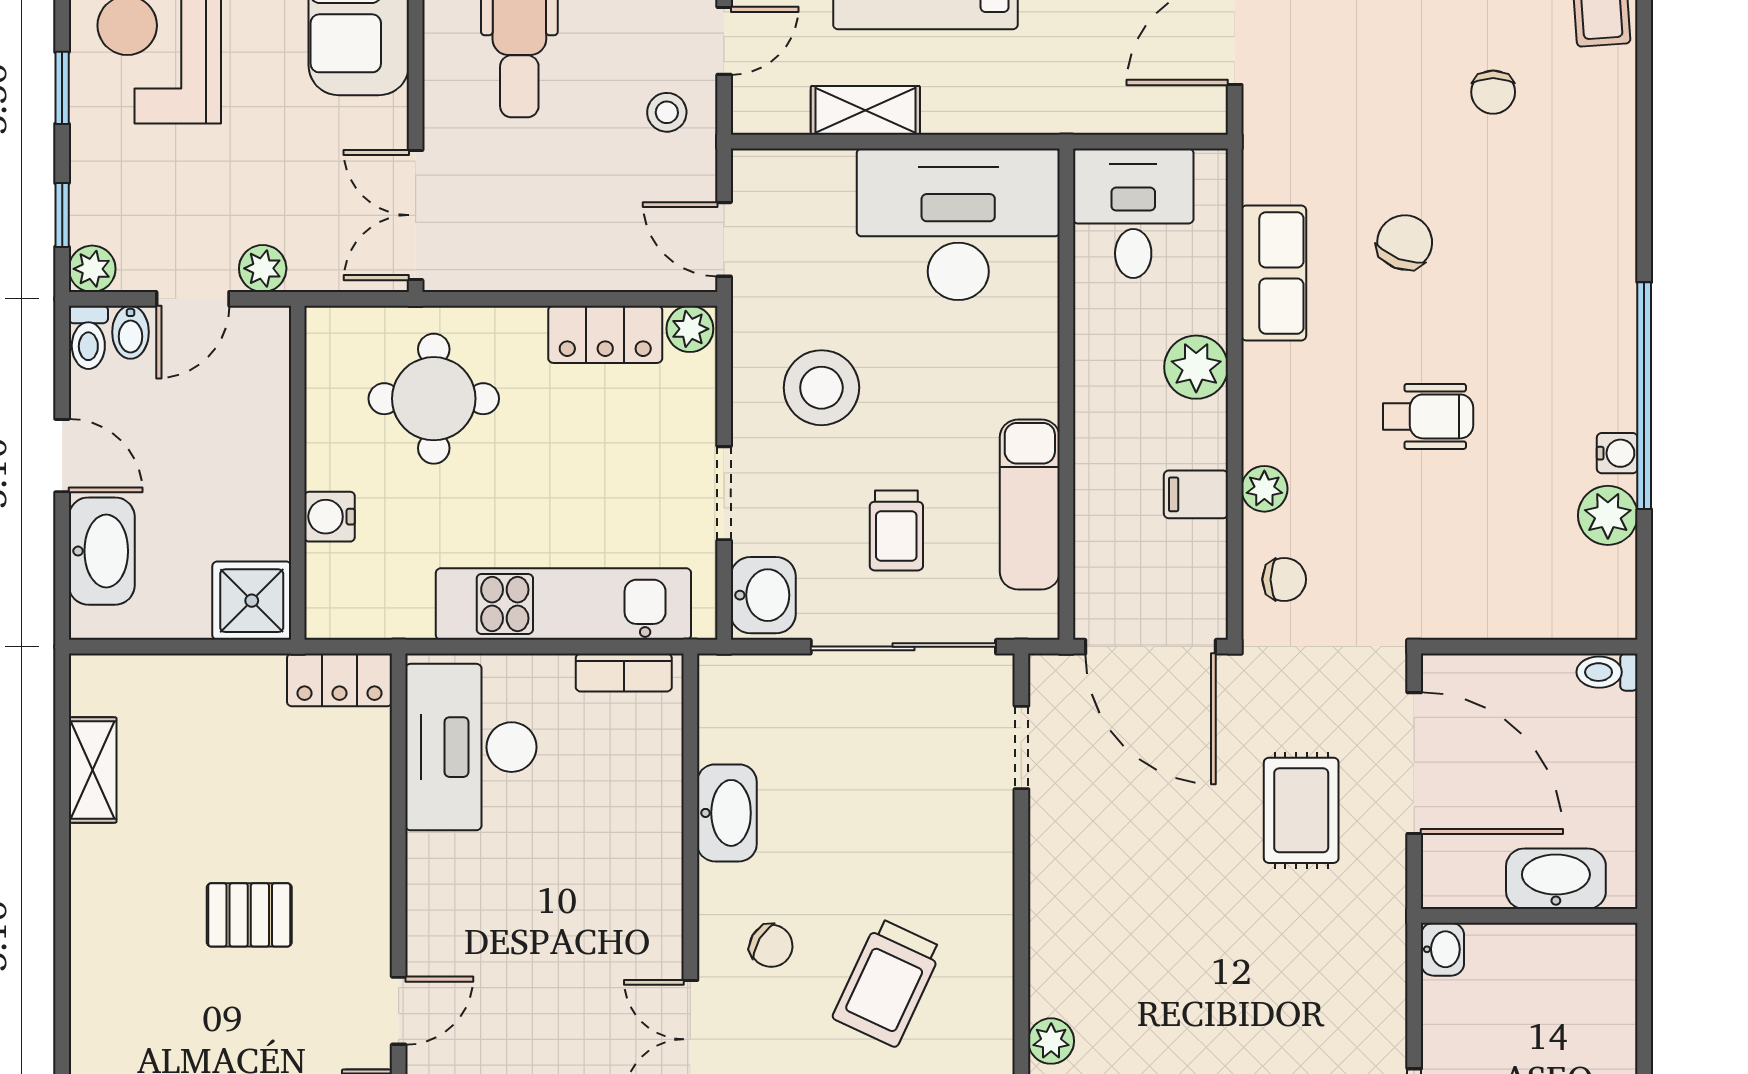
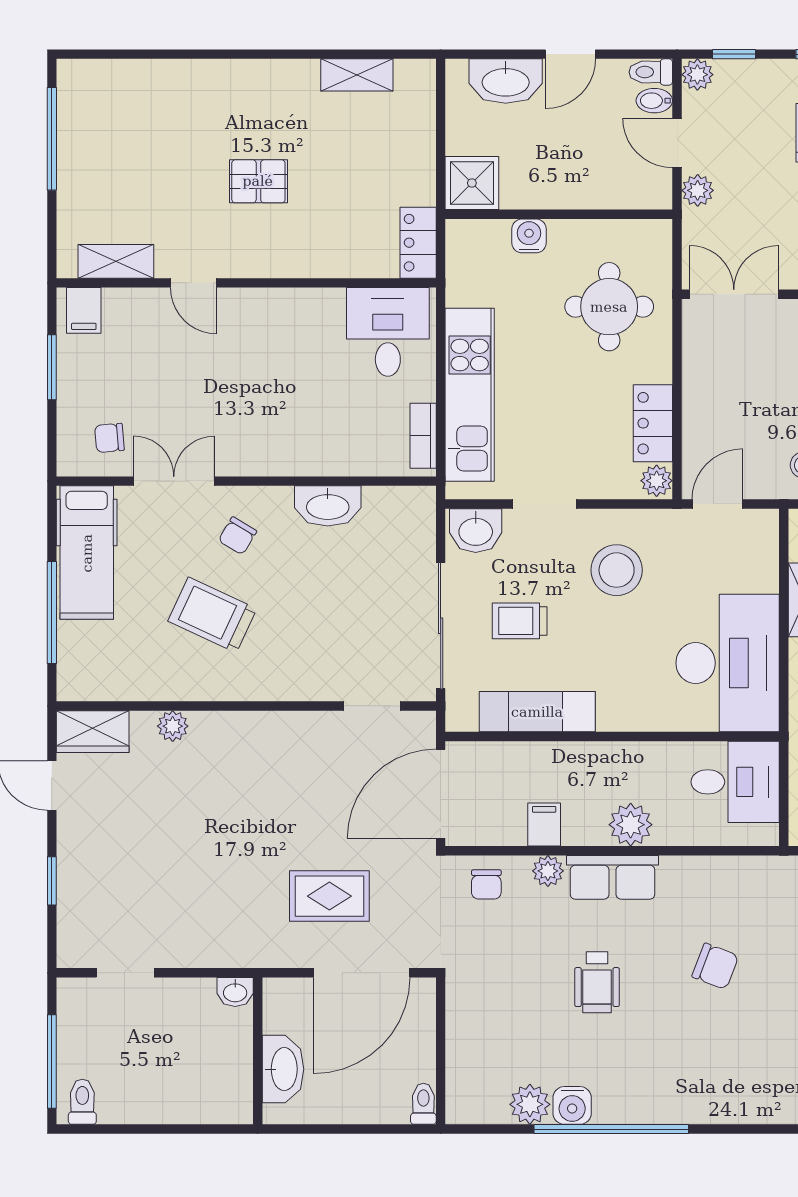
row of seats: (1274, 273) -> (612, 877), moved
water cooler: (1617, 453) -> (572, 1105), width x1.38, depth x1.38
desk: (471, 747) -> (388, 332), width x0.73
pallet: (249, 915) -> (258, 181), turned 90

